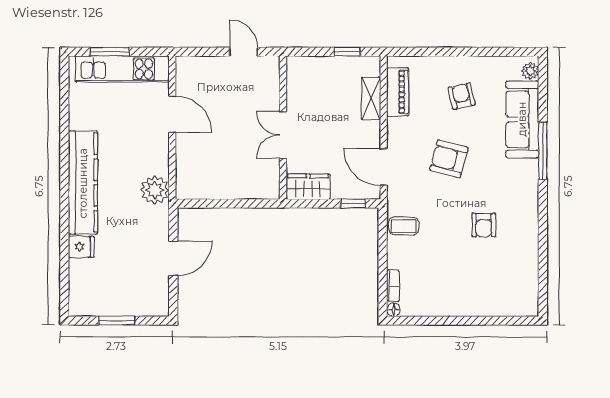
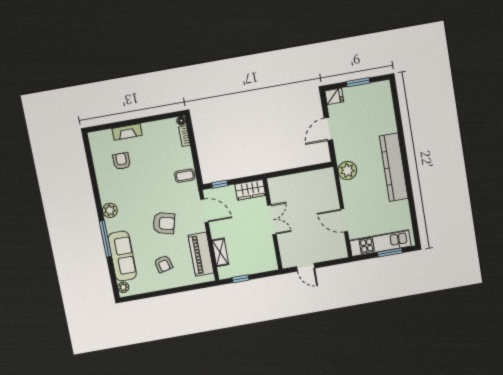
piano: (398, 92) -> (201, 254), width x1.37, depth x1.33
plant: (527, 193) -> (110, 210), added
armchair: (484, 225) -> (122, 161), moved
fridge: (81, 247) -> (334, 96), moved, turned 180
fireplace: (478, 307) -> (127, 132), added

